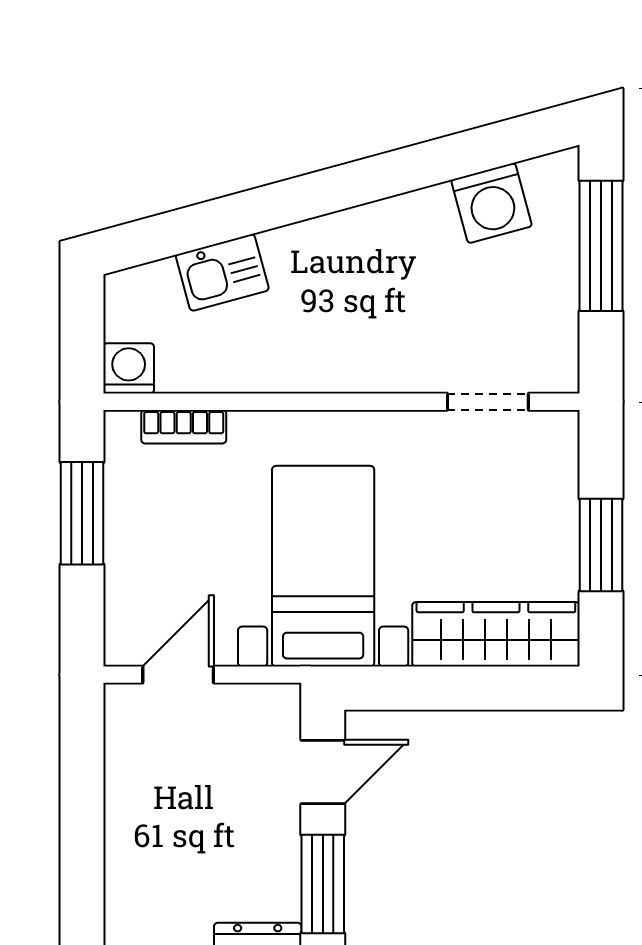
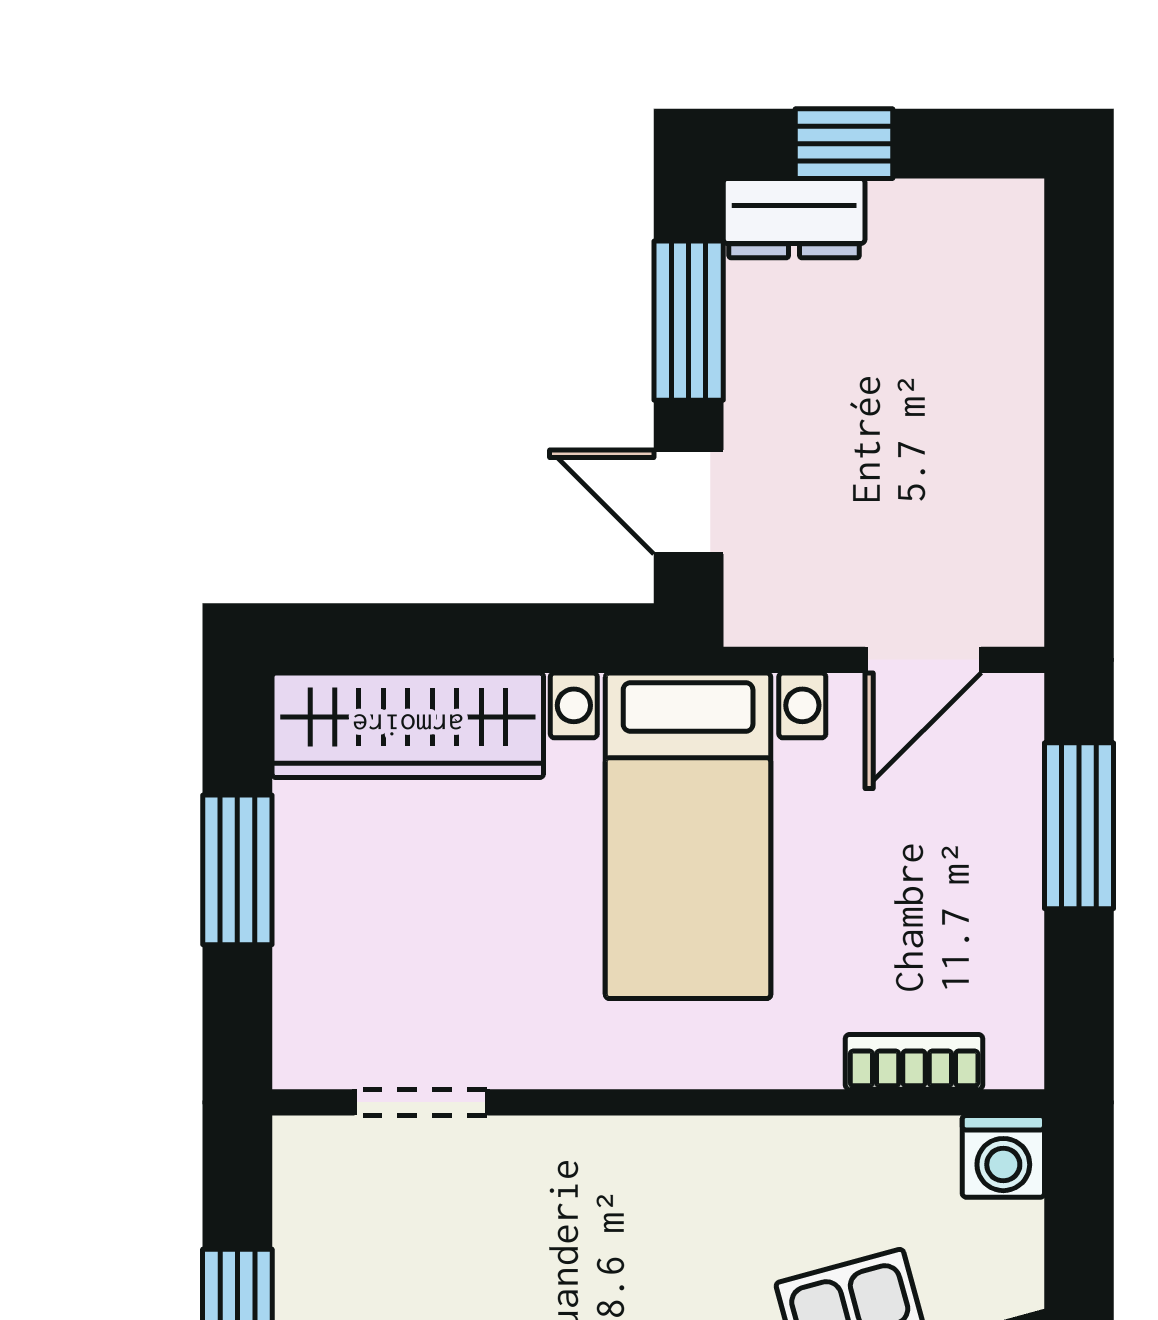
window: (82, 513) -> (1079, 826), moved
door: (323, 772) -> (689, 502), hinge flipped

